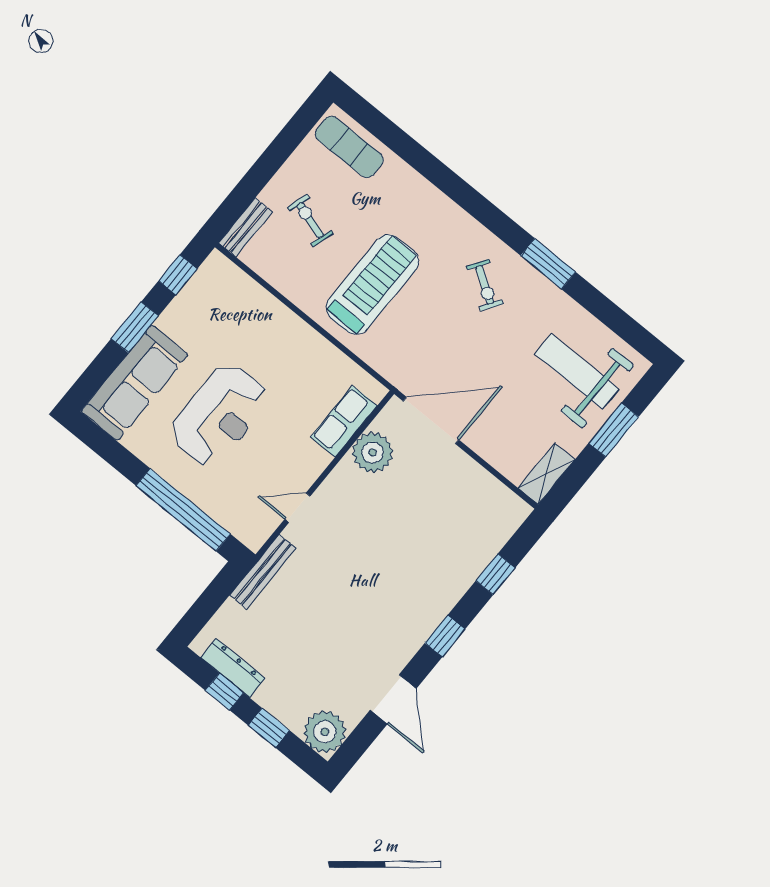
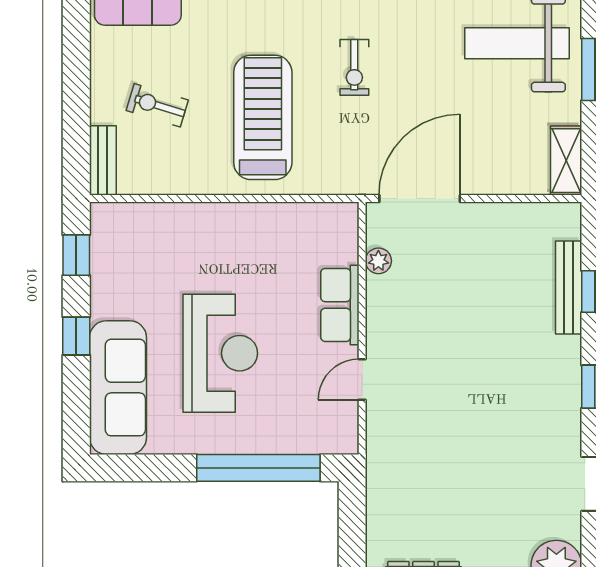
exercise bike: (485, 285) -> (354, 67), moved, turned 57
window: (135, 327) -> (76, 336), width x0.67
row of seats: (344, 421) -> (340, 305), moved
plant: (373, 453) -> (378, 261), width x0.53, depth x0.53
bench: (263, 572) -> (569, 287), moved

